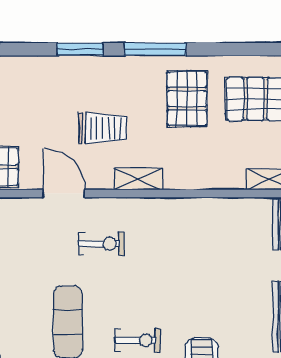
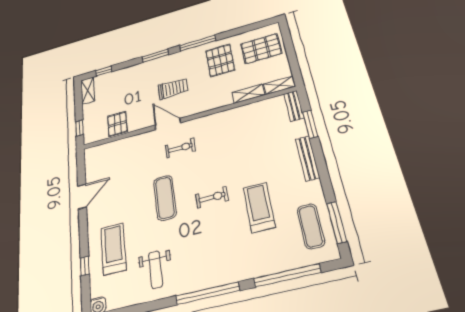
shelving: (139, 179) -> (248, 94), moved
door: (64, 194) -> (168, 124), moved

